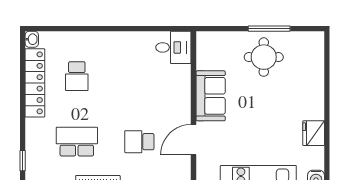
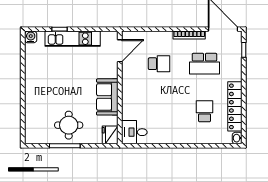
fridge: (314, 133) -> (110, 135), moved, turned 180
door: (194, 140) -> (120, 51), moved

